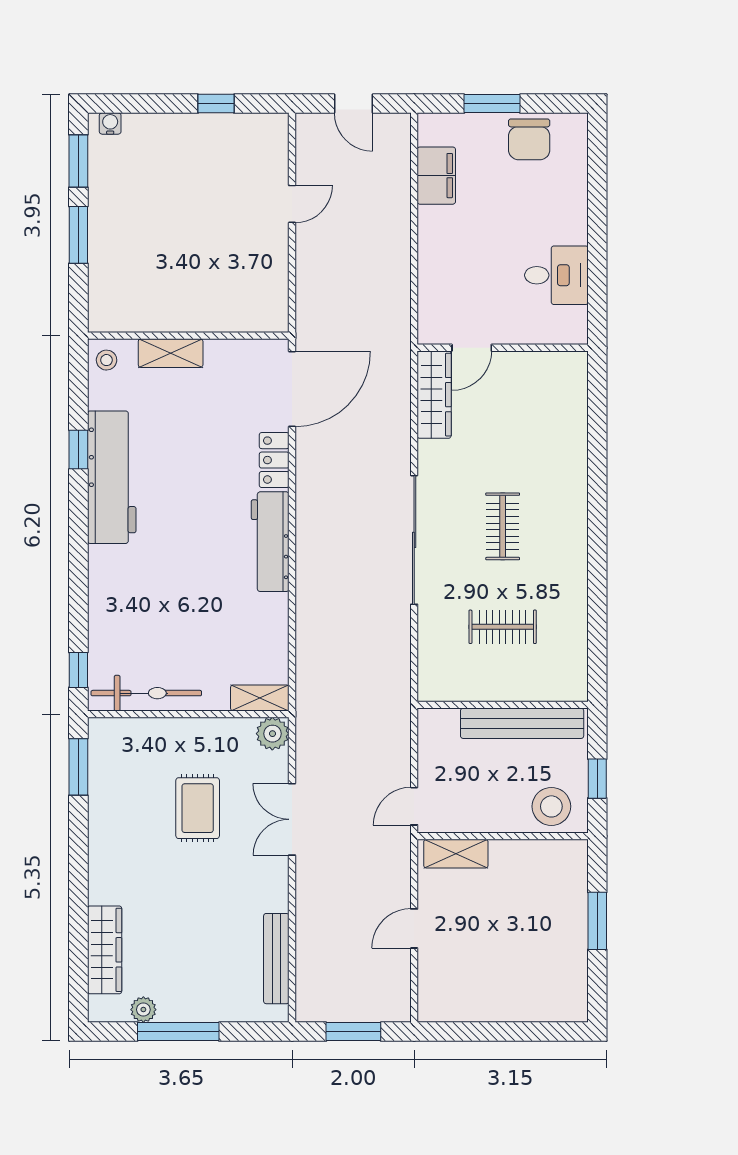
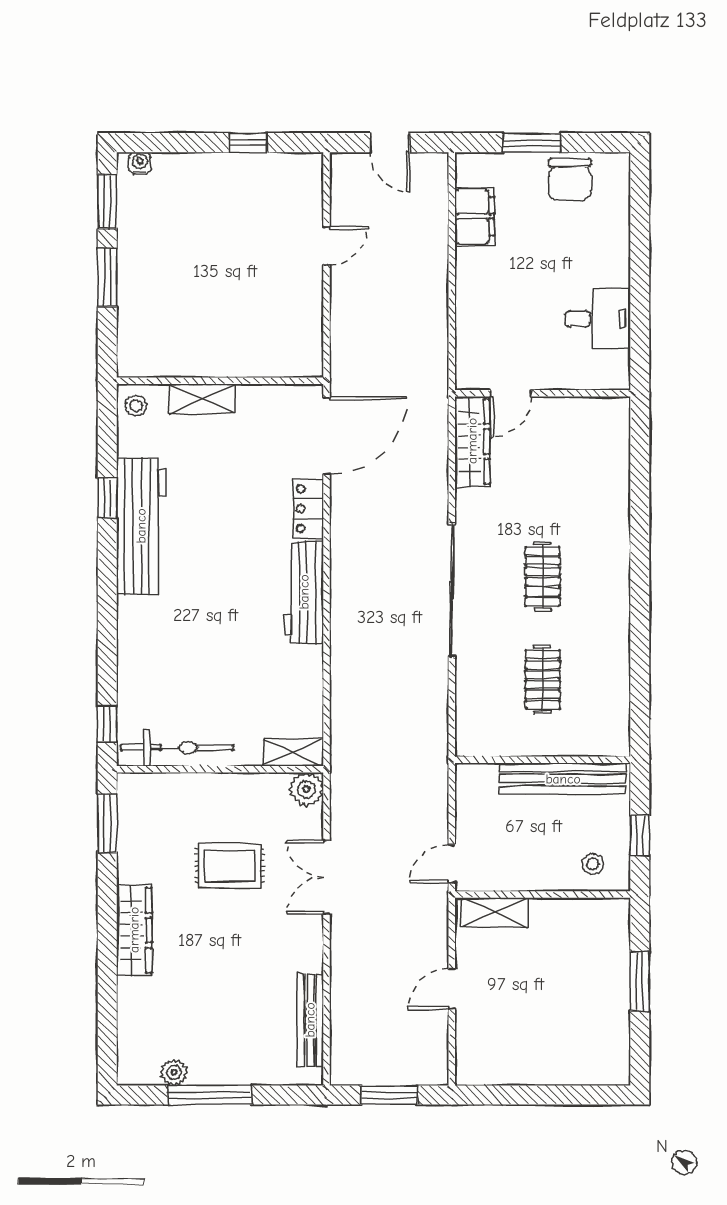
clothes rail: (503, 627) -> (543, 680), turned 90
stool: (551, 806) -> (593, 864), width x0.53, depth x0.53
rug: (198, 808) -> (230, 866), turned 90
wardrobe: (105, 950) -> (134, 930), moved

